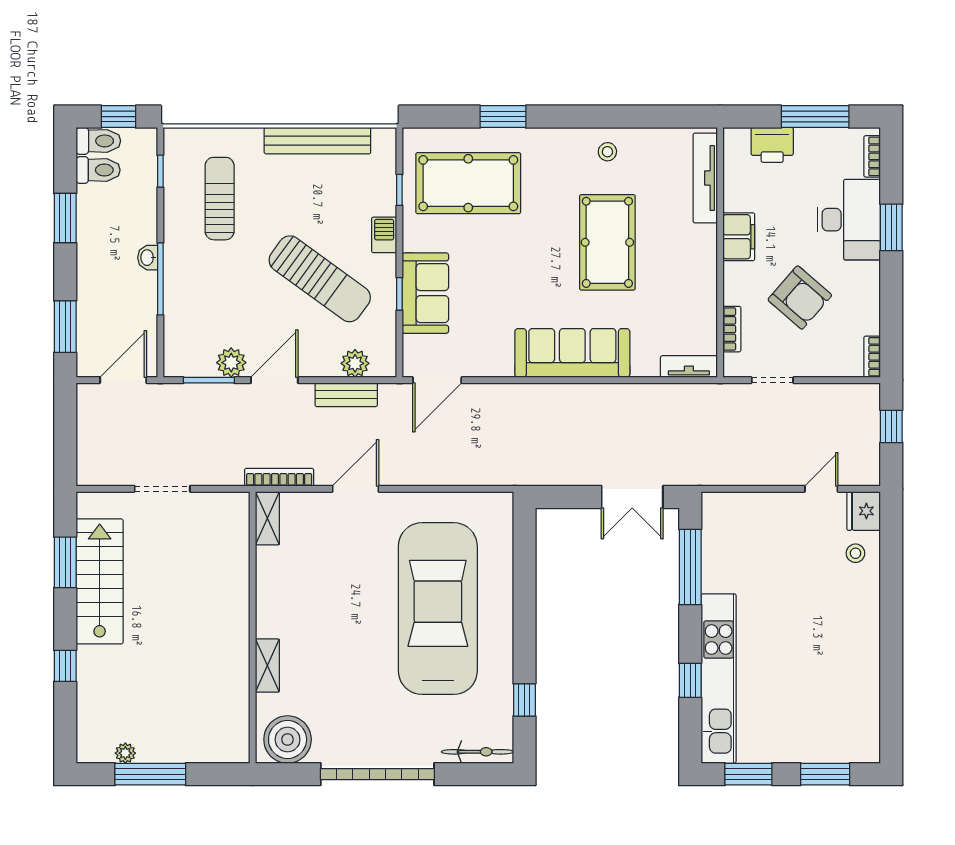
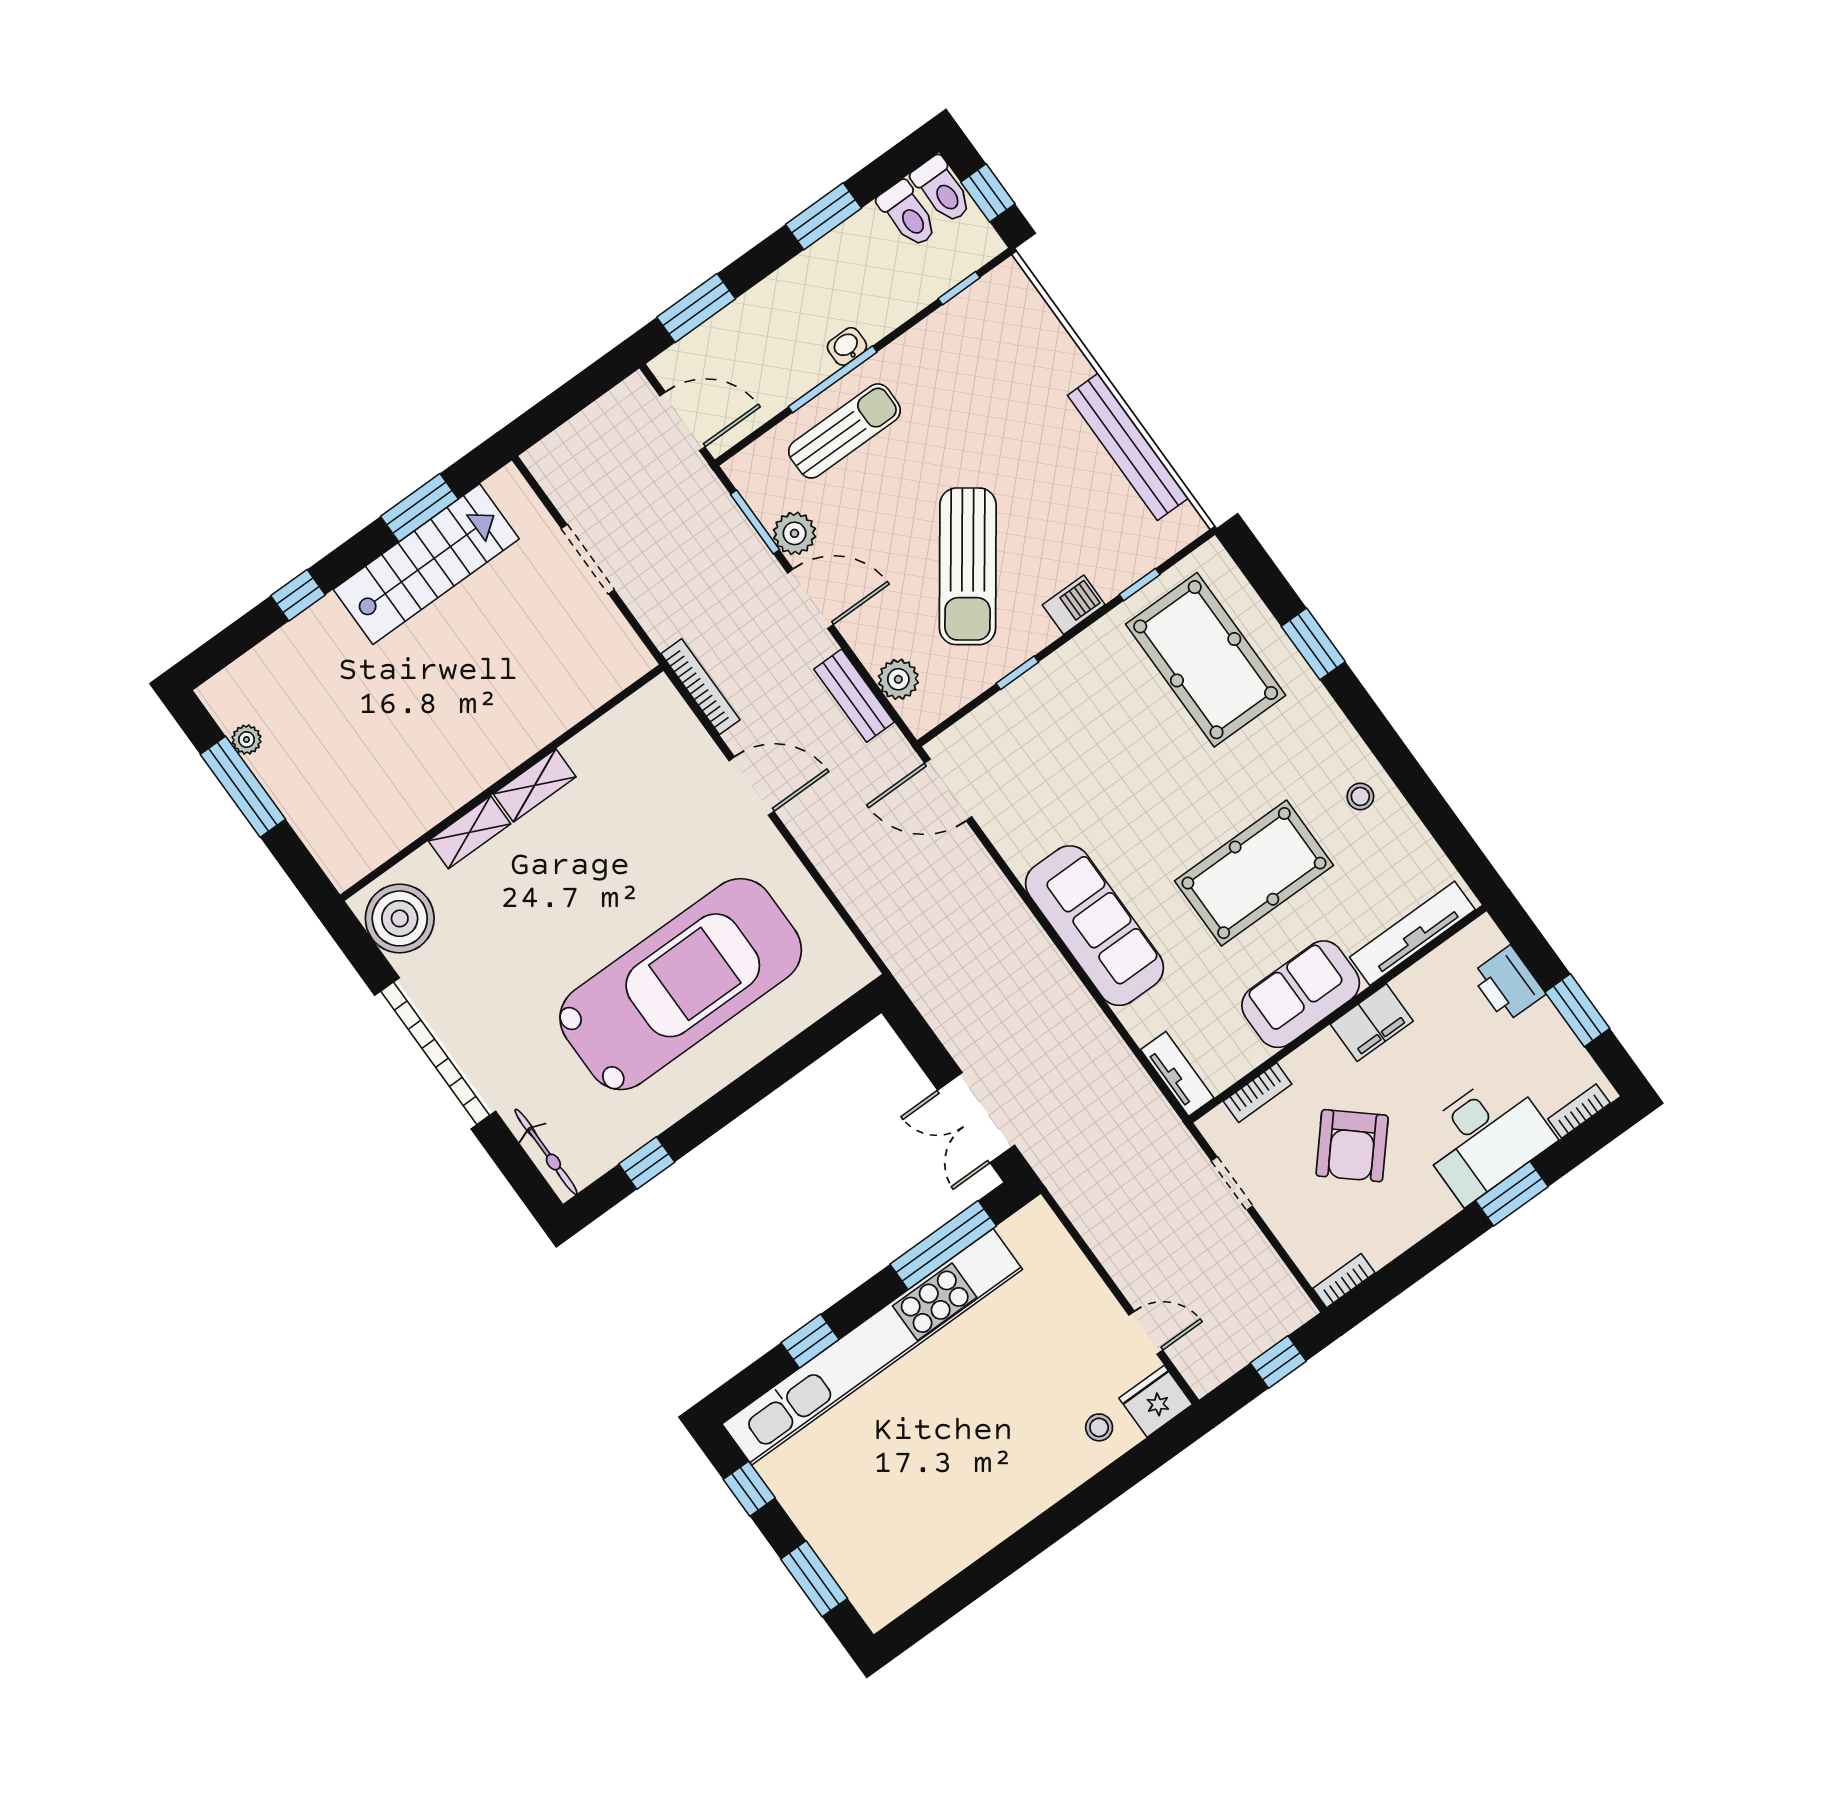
window: (815, 117) -> (1577, 1010), width x0.69
sun lounger: (220, 199) -> (845, 431), moved
sofa: (425, 293) -> (1301, 994), moved, turned 180
shelving: (267, 518) -> (535, 785), moved
kitchen unit: (719, 679) -> (872, 1347), width x1.36
window: (748, 774) -> (749, 1489), width x0.67

